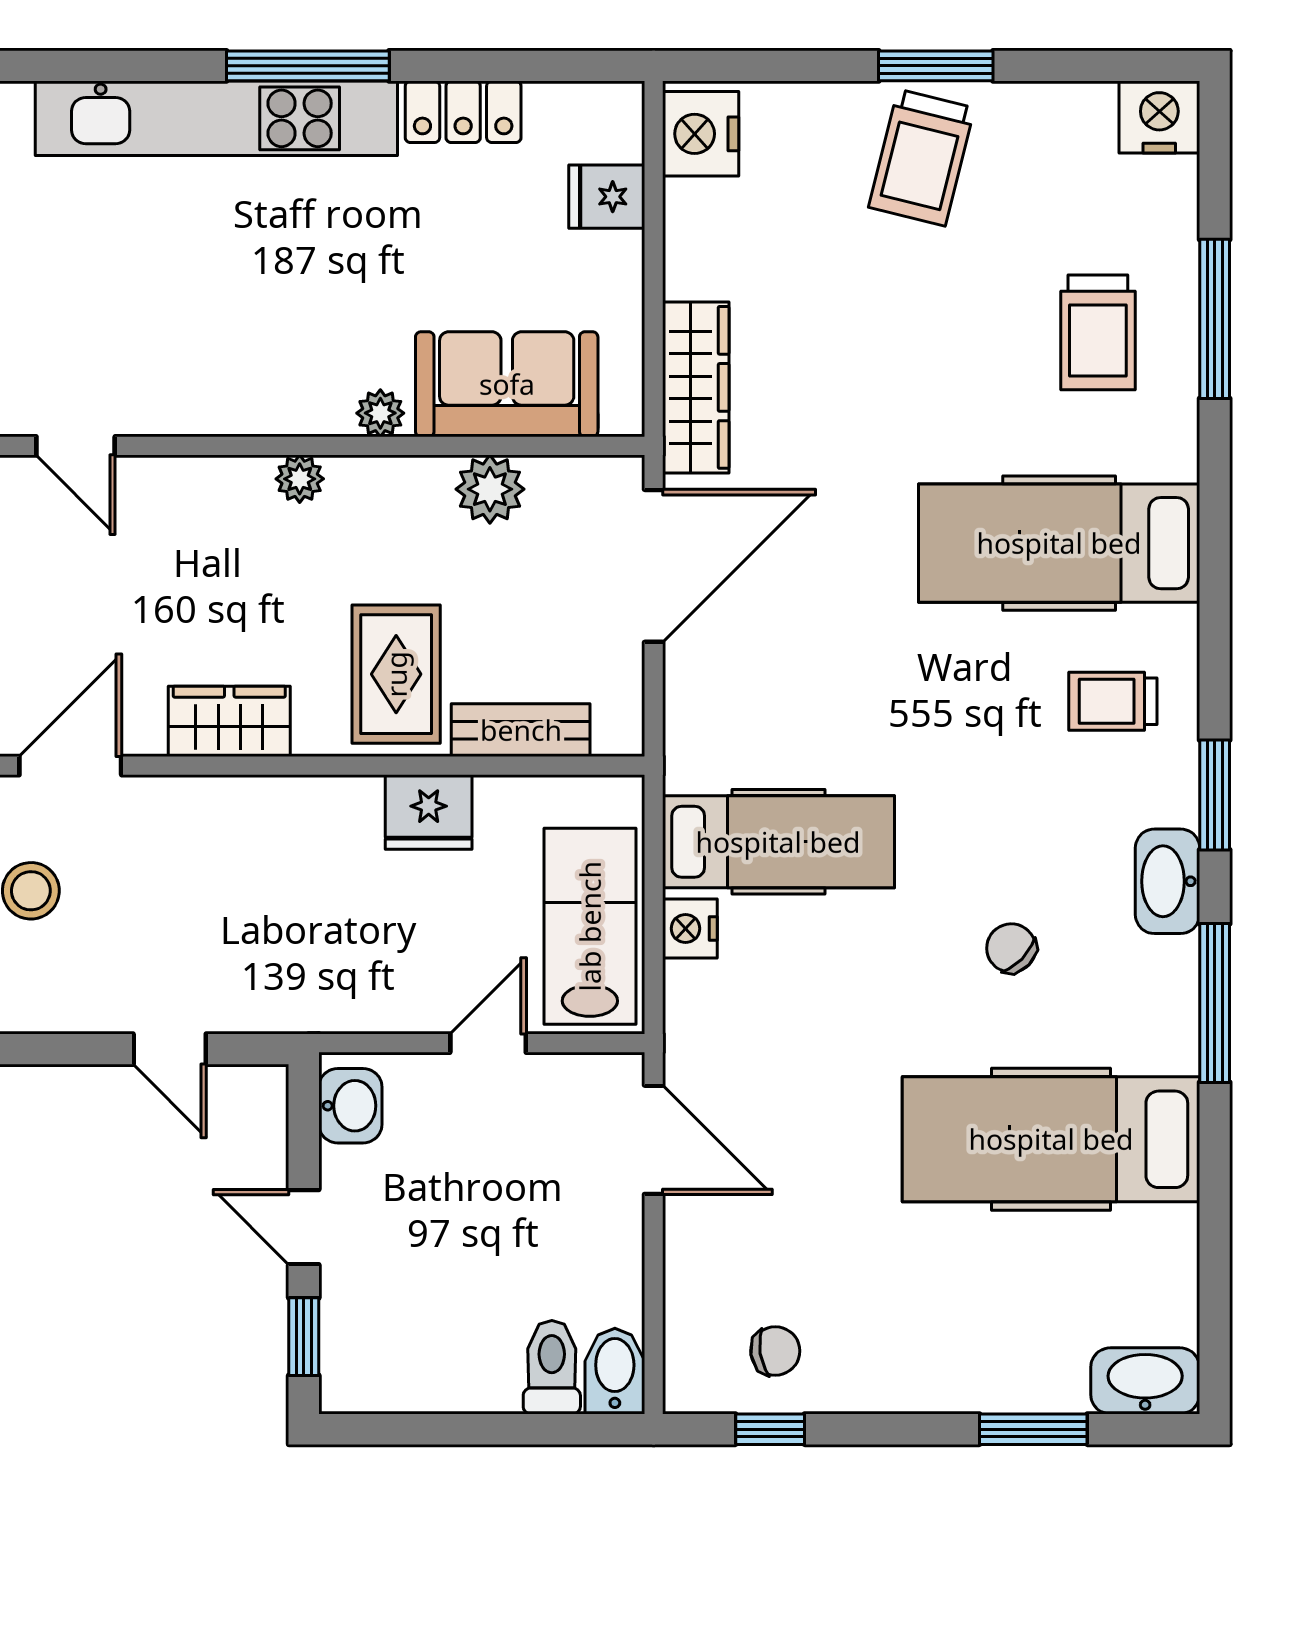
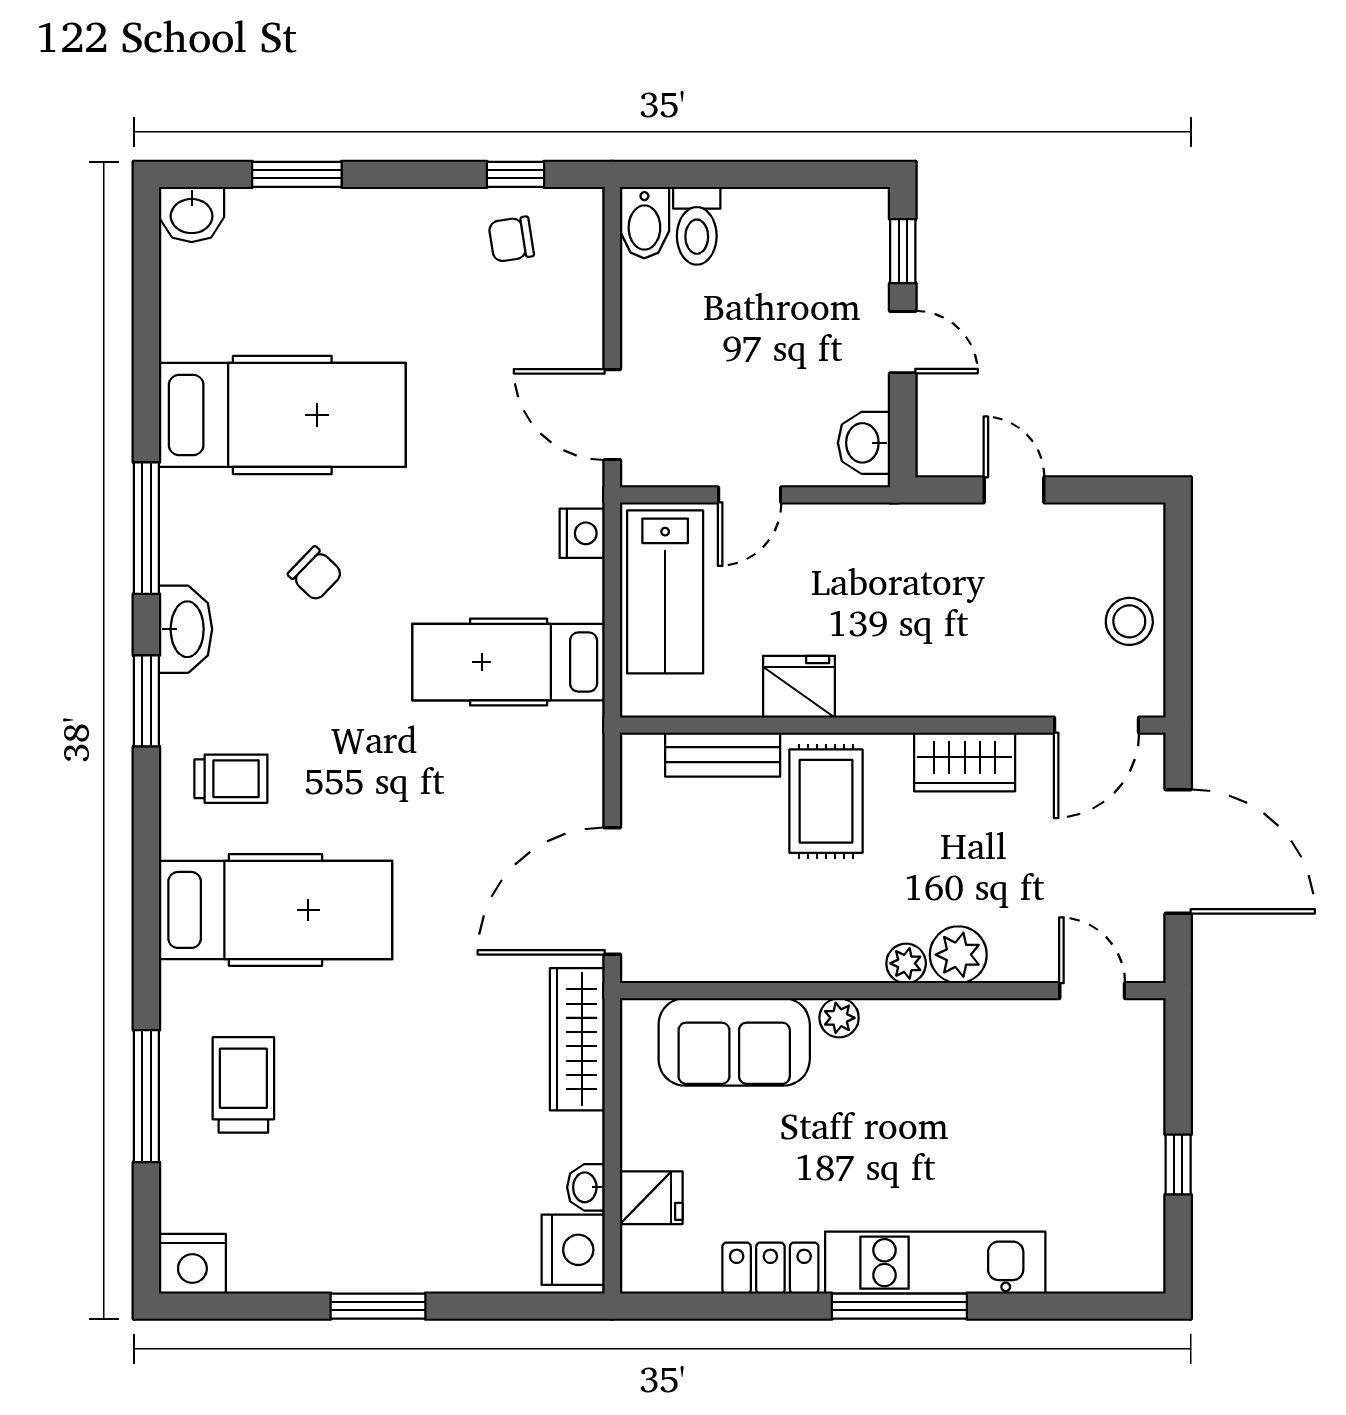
kitchen unit: (216, 118) -> (935, 1263), width x0.73
trolley: (922, 158) -> (390, 1230), removed
washbasin: (685, 209) -> (586, 1187), added
plant: (490, 489) -> (958, 955), moved
nightstand: (690, 929) -> (582, 533), moved
washbasin: (1145, 1381) -> (192, 214), width x0.72

